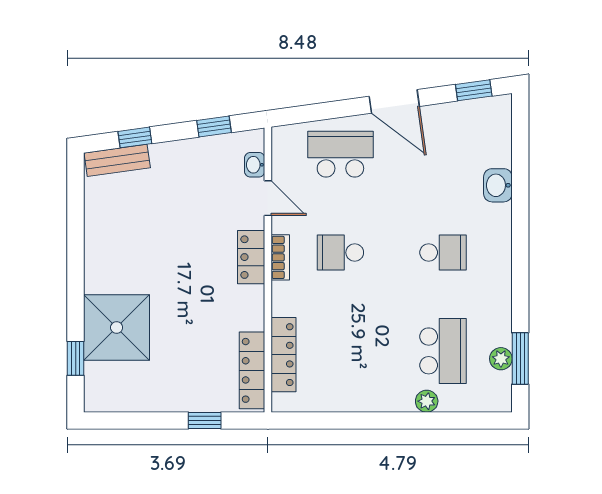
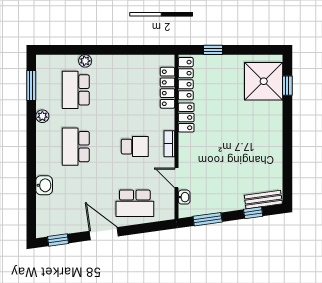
window: (214, 126) -> (208, 219), width x1.50
school desk: (443, 253) -> (76, 147), width x1.85
locker: (251, 257) -> (186, 117), moved
shower: (117, 328) -> (264, 81), moved
plant: (501, 359) -> (42, 116), moved

